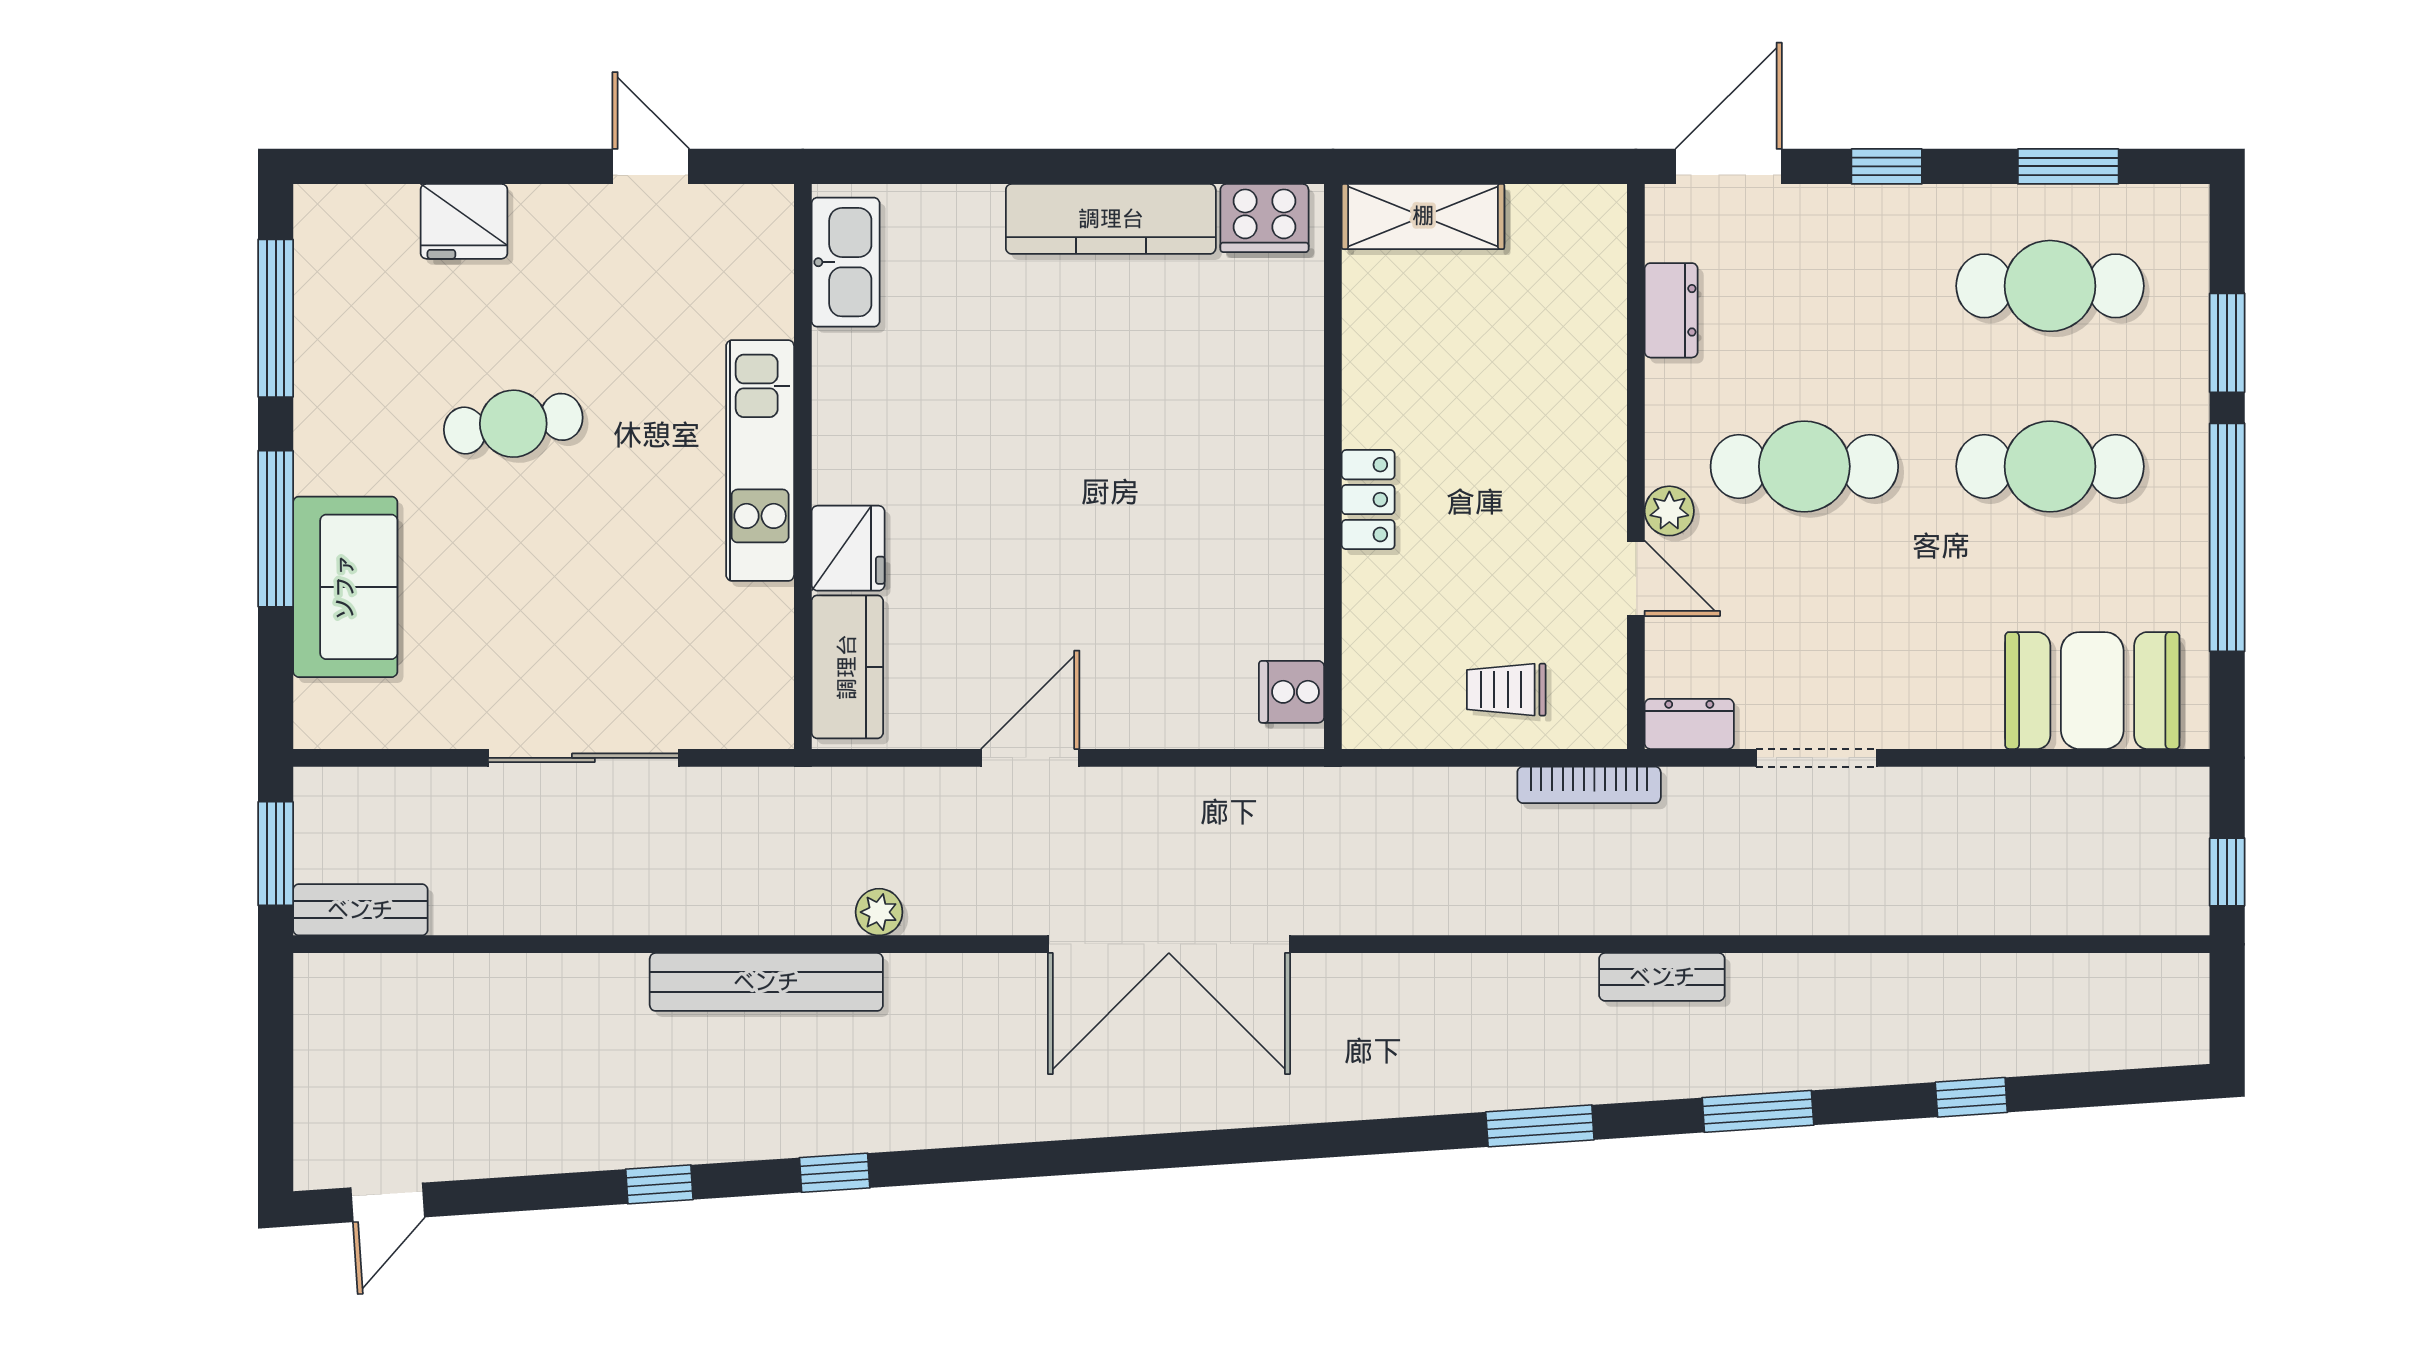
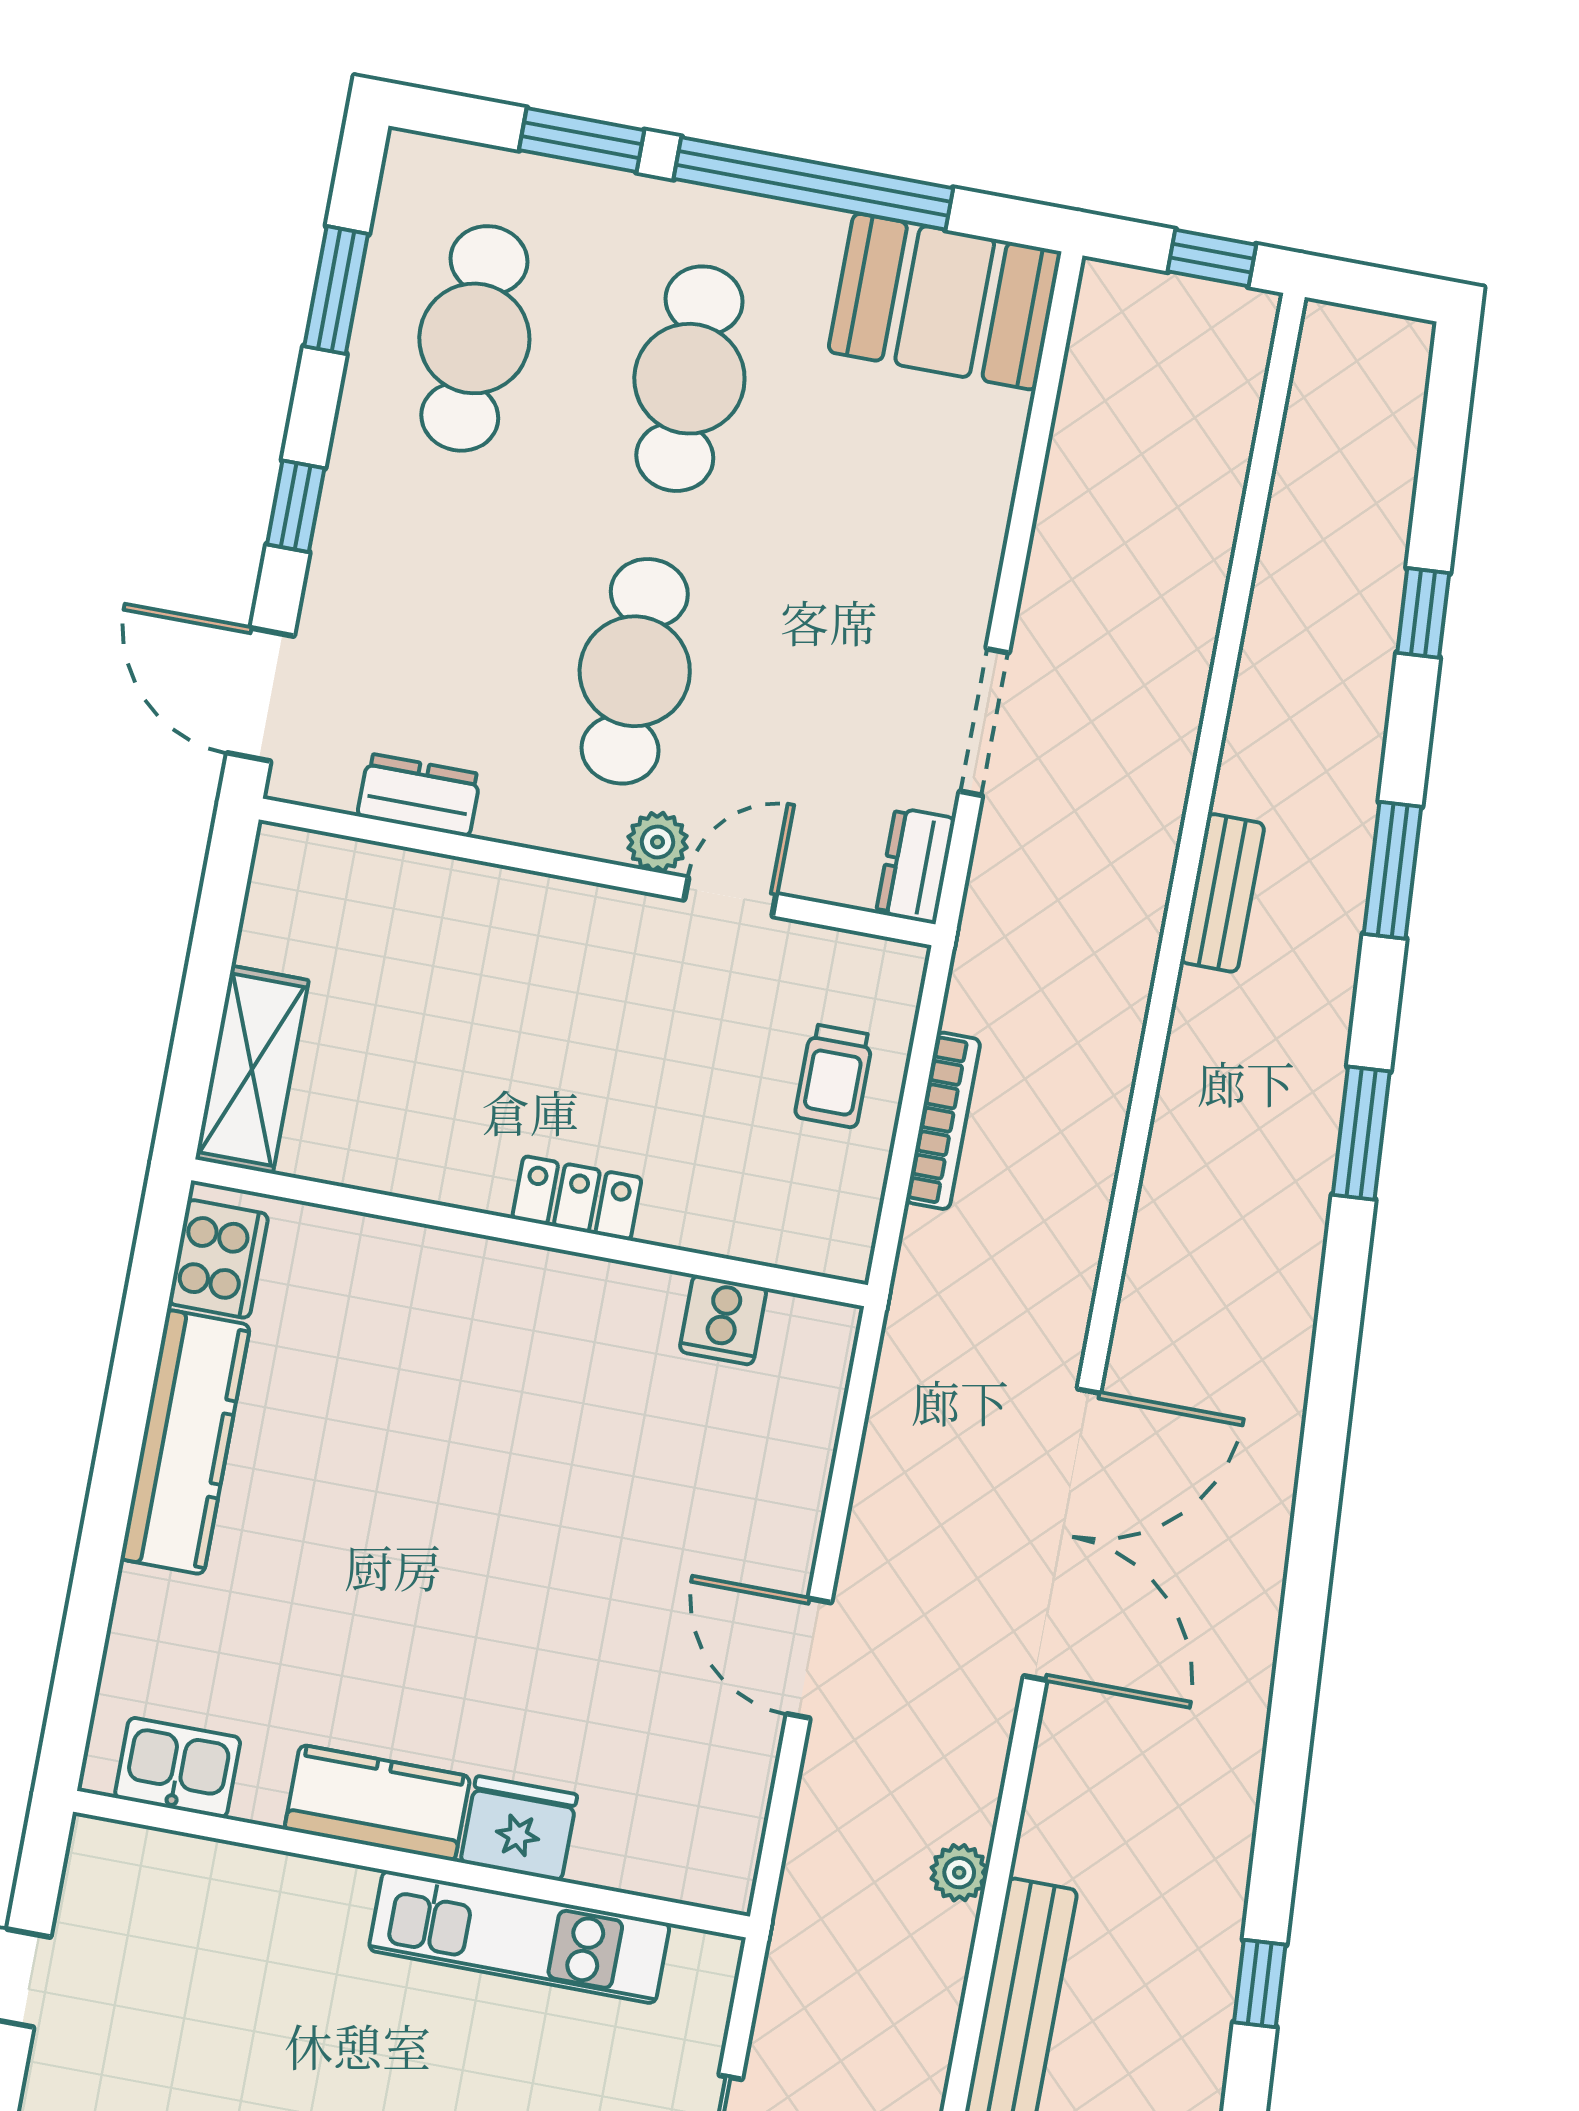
kitchen sink: (846, 262) -> (178, 1768), width x0.73
kitchen unit: (760, 461) -> (519, 1937), moved
kitchen counter: (847, 667) -> (377, 1803), moved
booth: (2092, 691) -> (945, 302), moved, turned 90
cooker: (1292, 692) -> (723, 1320), moved
bookcase: (1589, 785) -> (943, 1121), moved
bench: (1662, 977) -> (1222, 893), moved

